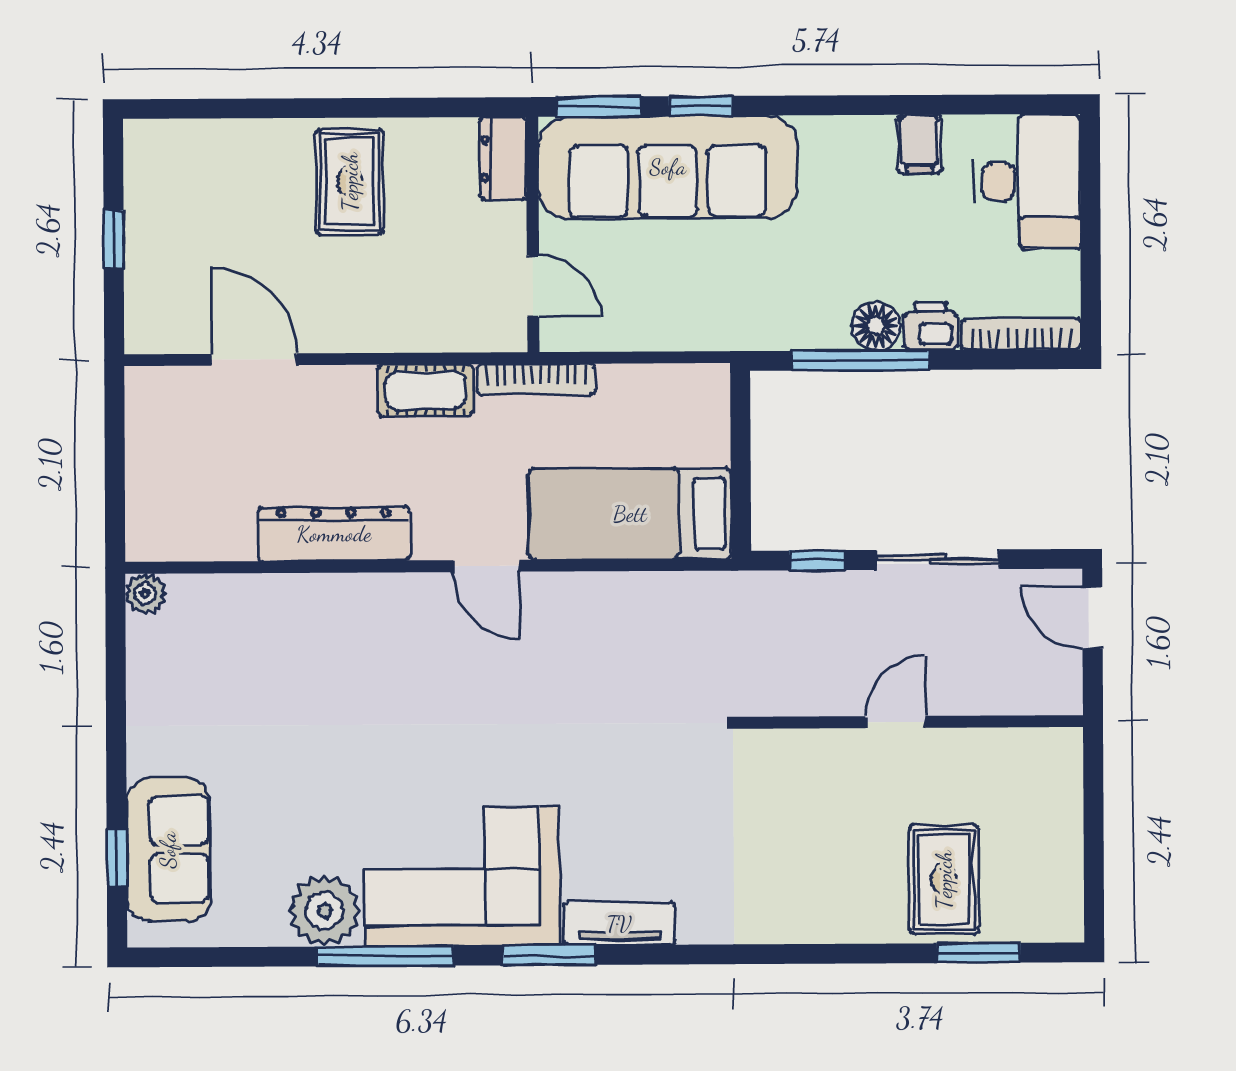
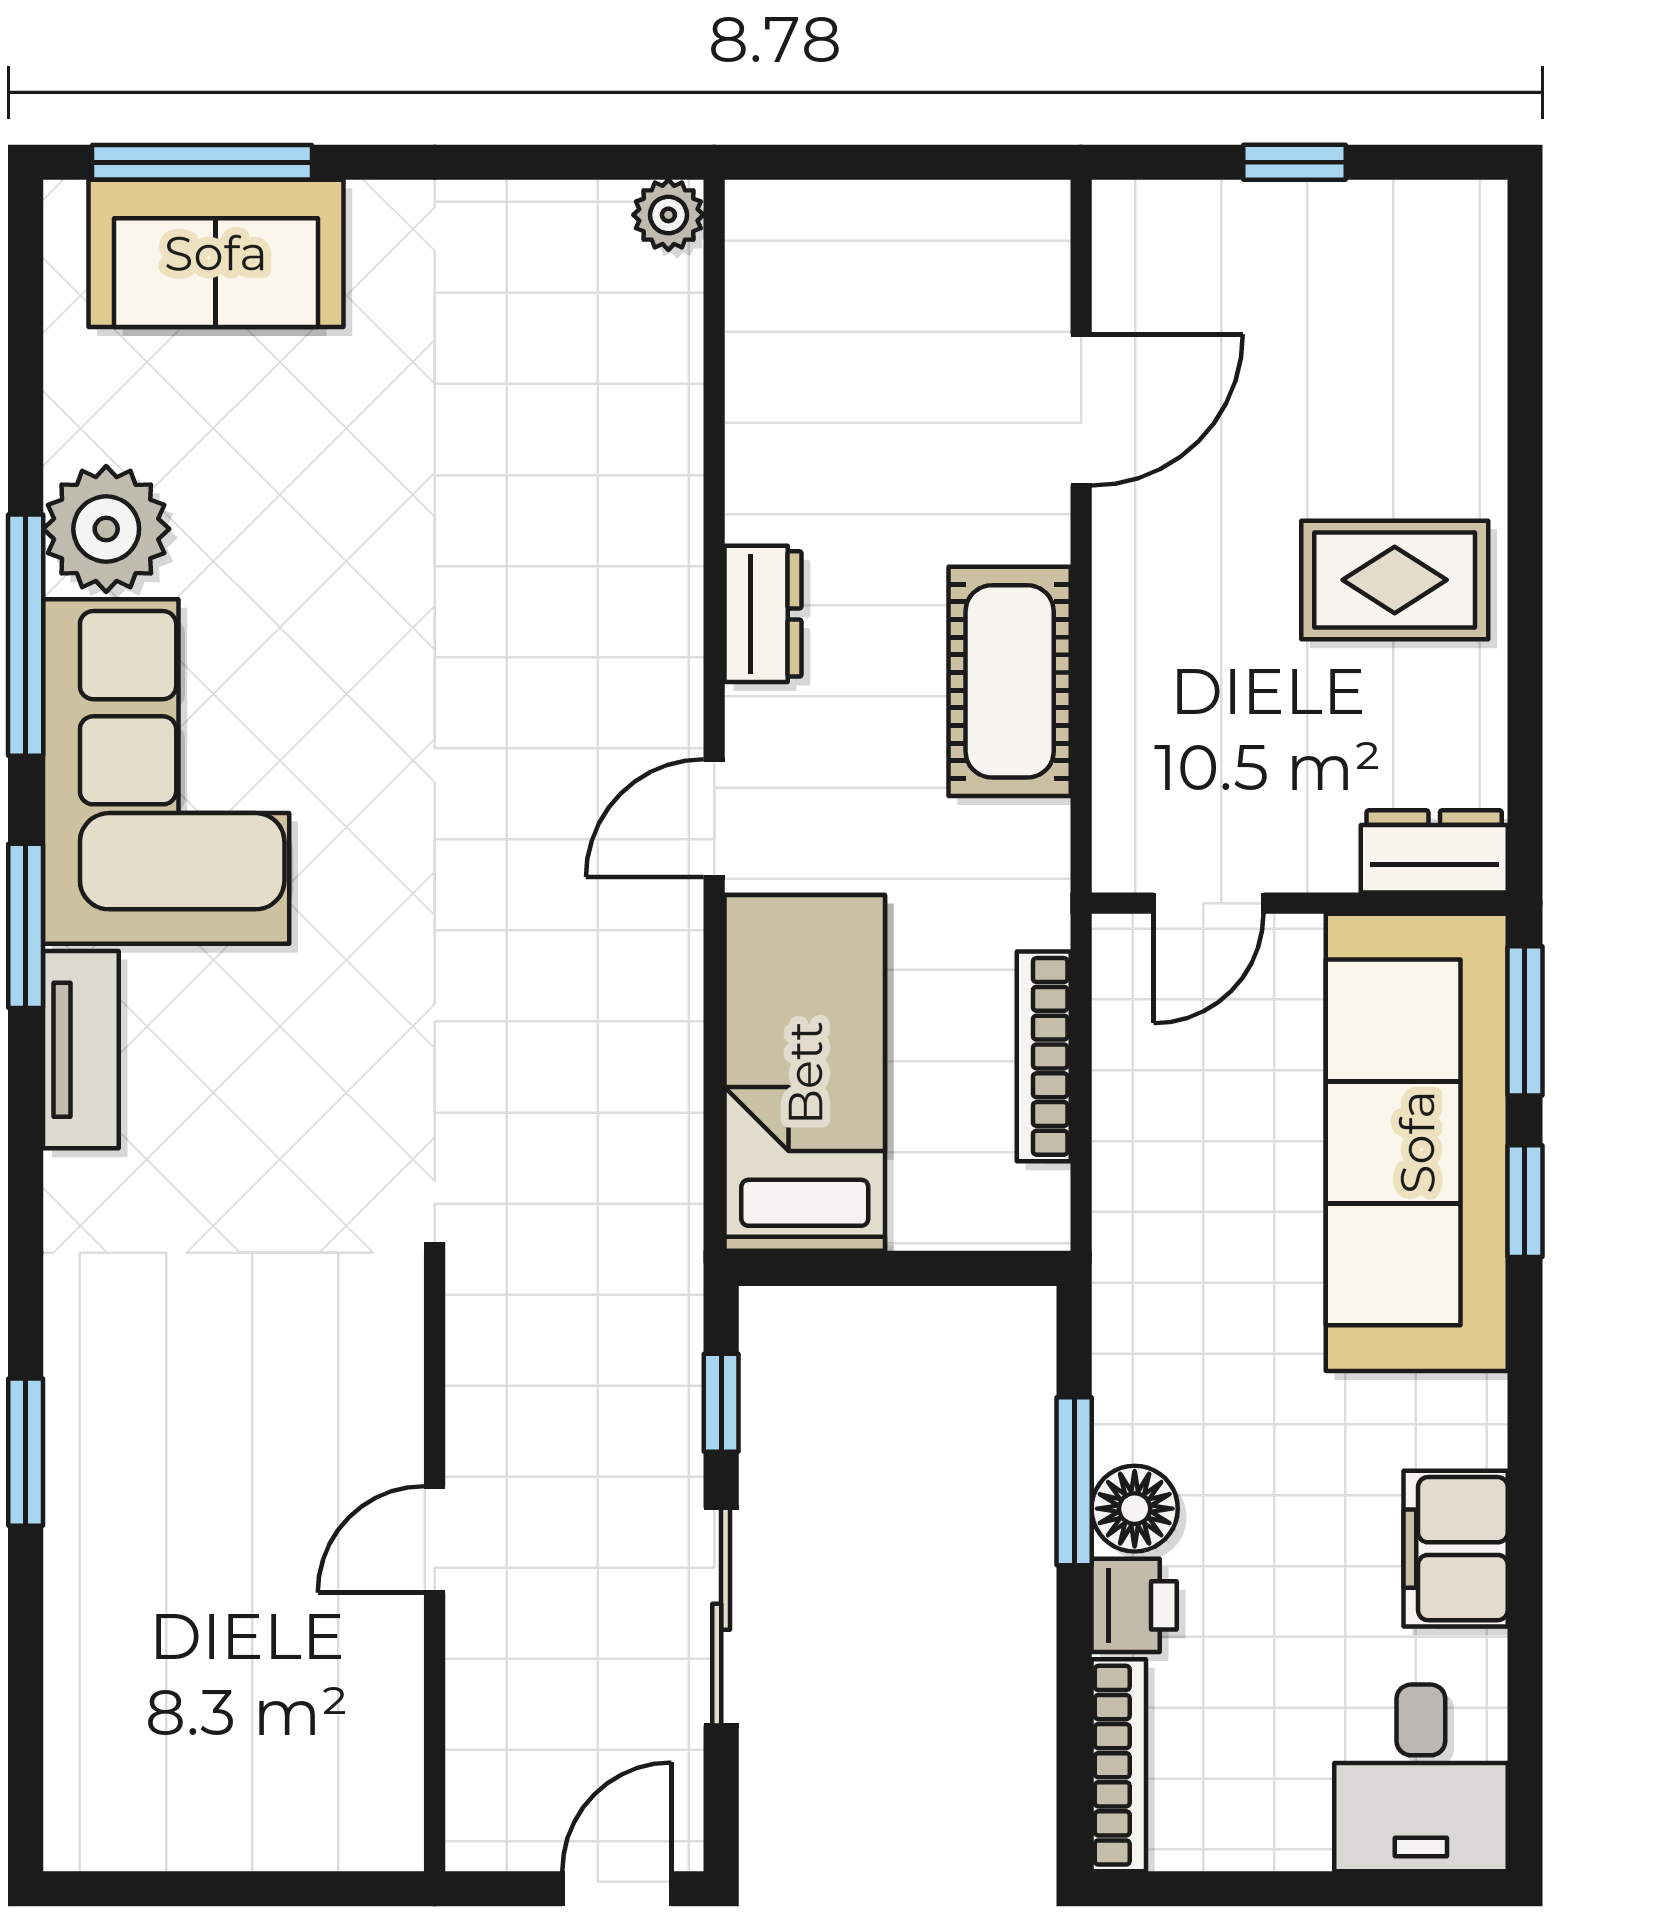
filing cabinet: (920, 144) -> (1456, 1549), width x2.00
desk: (1027, 181) -> (1421, 1778), width x0.73
window: (861, 360) -> (1074, 1481), width x0.69
bookcase: (536, 379) -> (1044, 1056), moved
cot: (426, 390) -> (1010, 681), width x1.37, depth x1.34
dresser: (334, 534) -> (763, 614), width x0.51, depth x0.80
door: (895, 722) -> (435, 1540), swing flipped
window: (117, 858) -> (202, 162), width x2.17
rug: (944, 880) -> (156, 1624), removed
window: (979, 953) -> (26, 1452), moved

